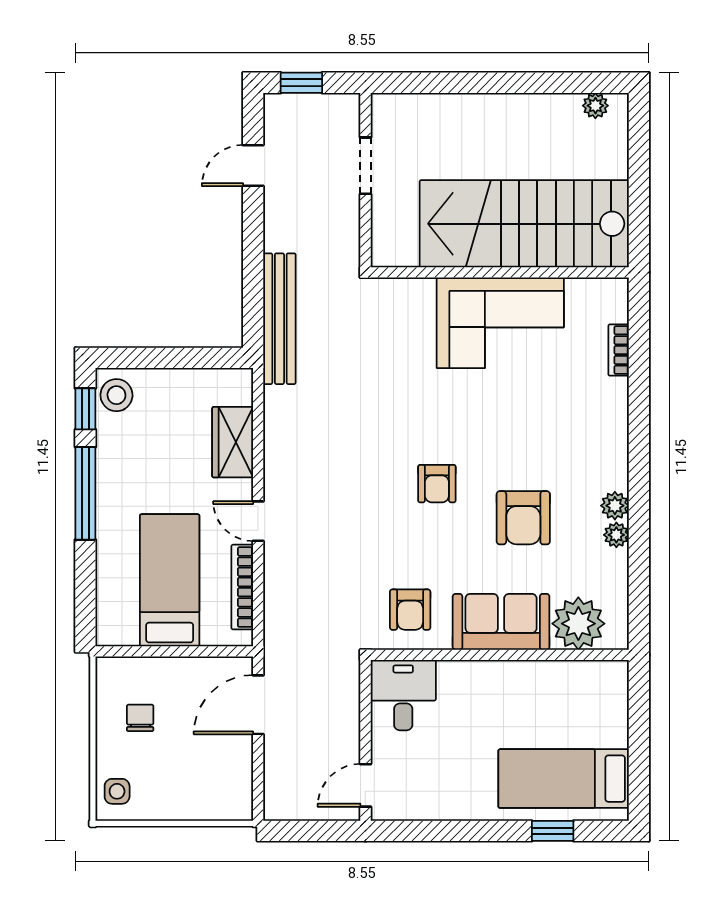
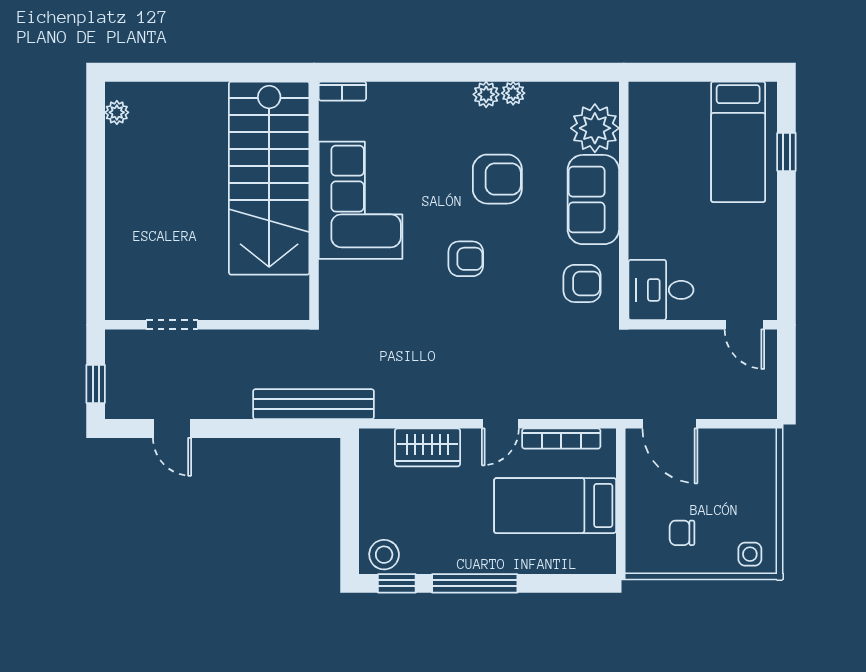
stairs: (524, 224) -> (269, 178), moved
wall: (500, 272) -> (314, 201), moved
corner sofa: (500, 323) -> (361, 200), moved

